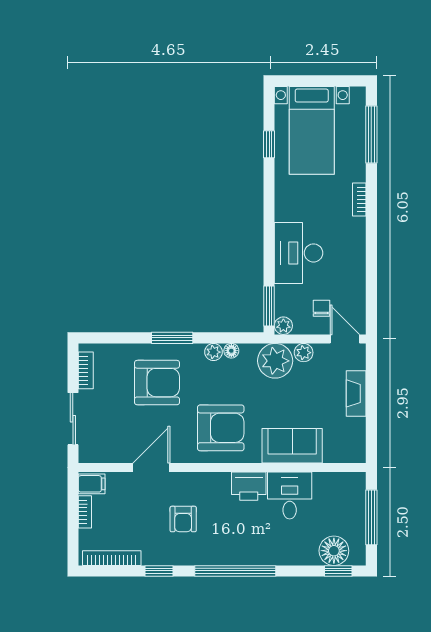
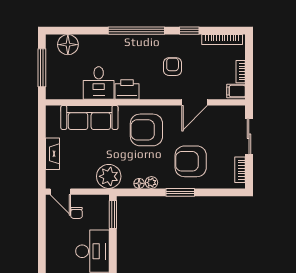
plant: (283, 326) -> (103, 201), removed
plant: (304, 353) -> (89, 182), removed
sofa: (292, 446) -> (89, 117), width x1.36
window: (338, 571) -> (65, 31), removed

